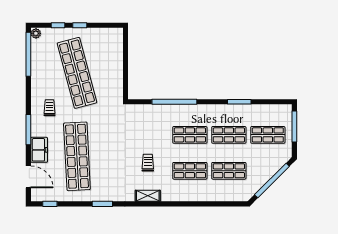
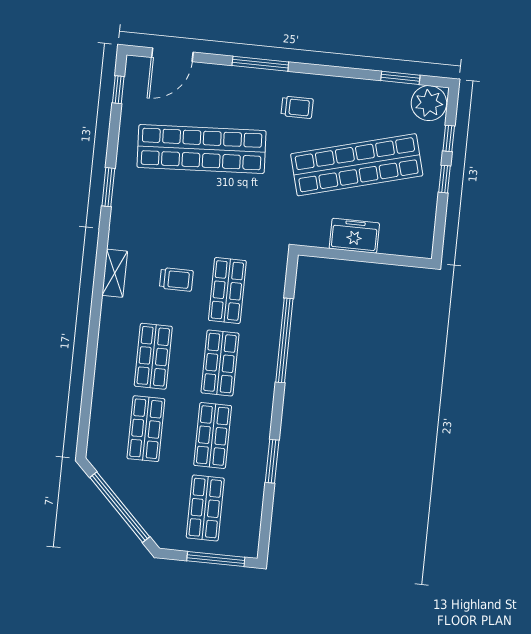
plant: (36, 33) -> (429, 103), width x1.87, depth x1.87
window: (28, 54) -> (400, 78), width x0.47
shop shelf: (151, 135) -> (227, 291), added
freezer: (39, 150) -> (354, 236), moved, turned 180

